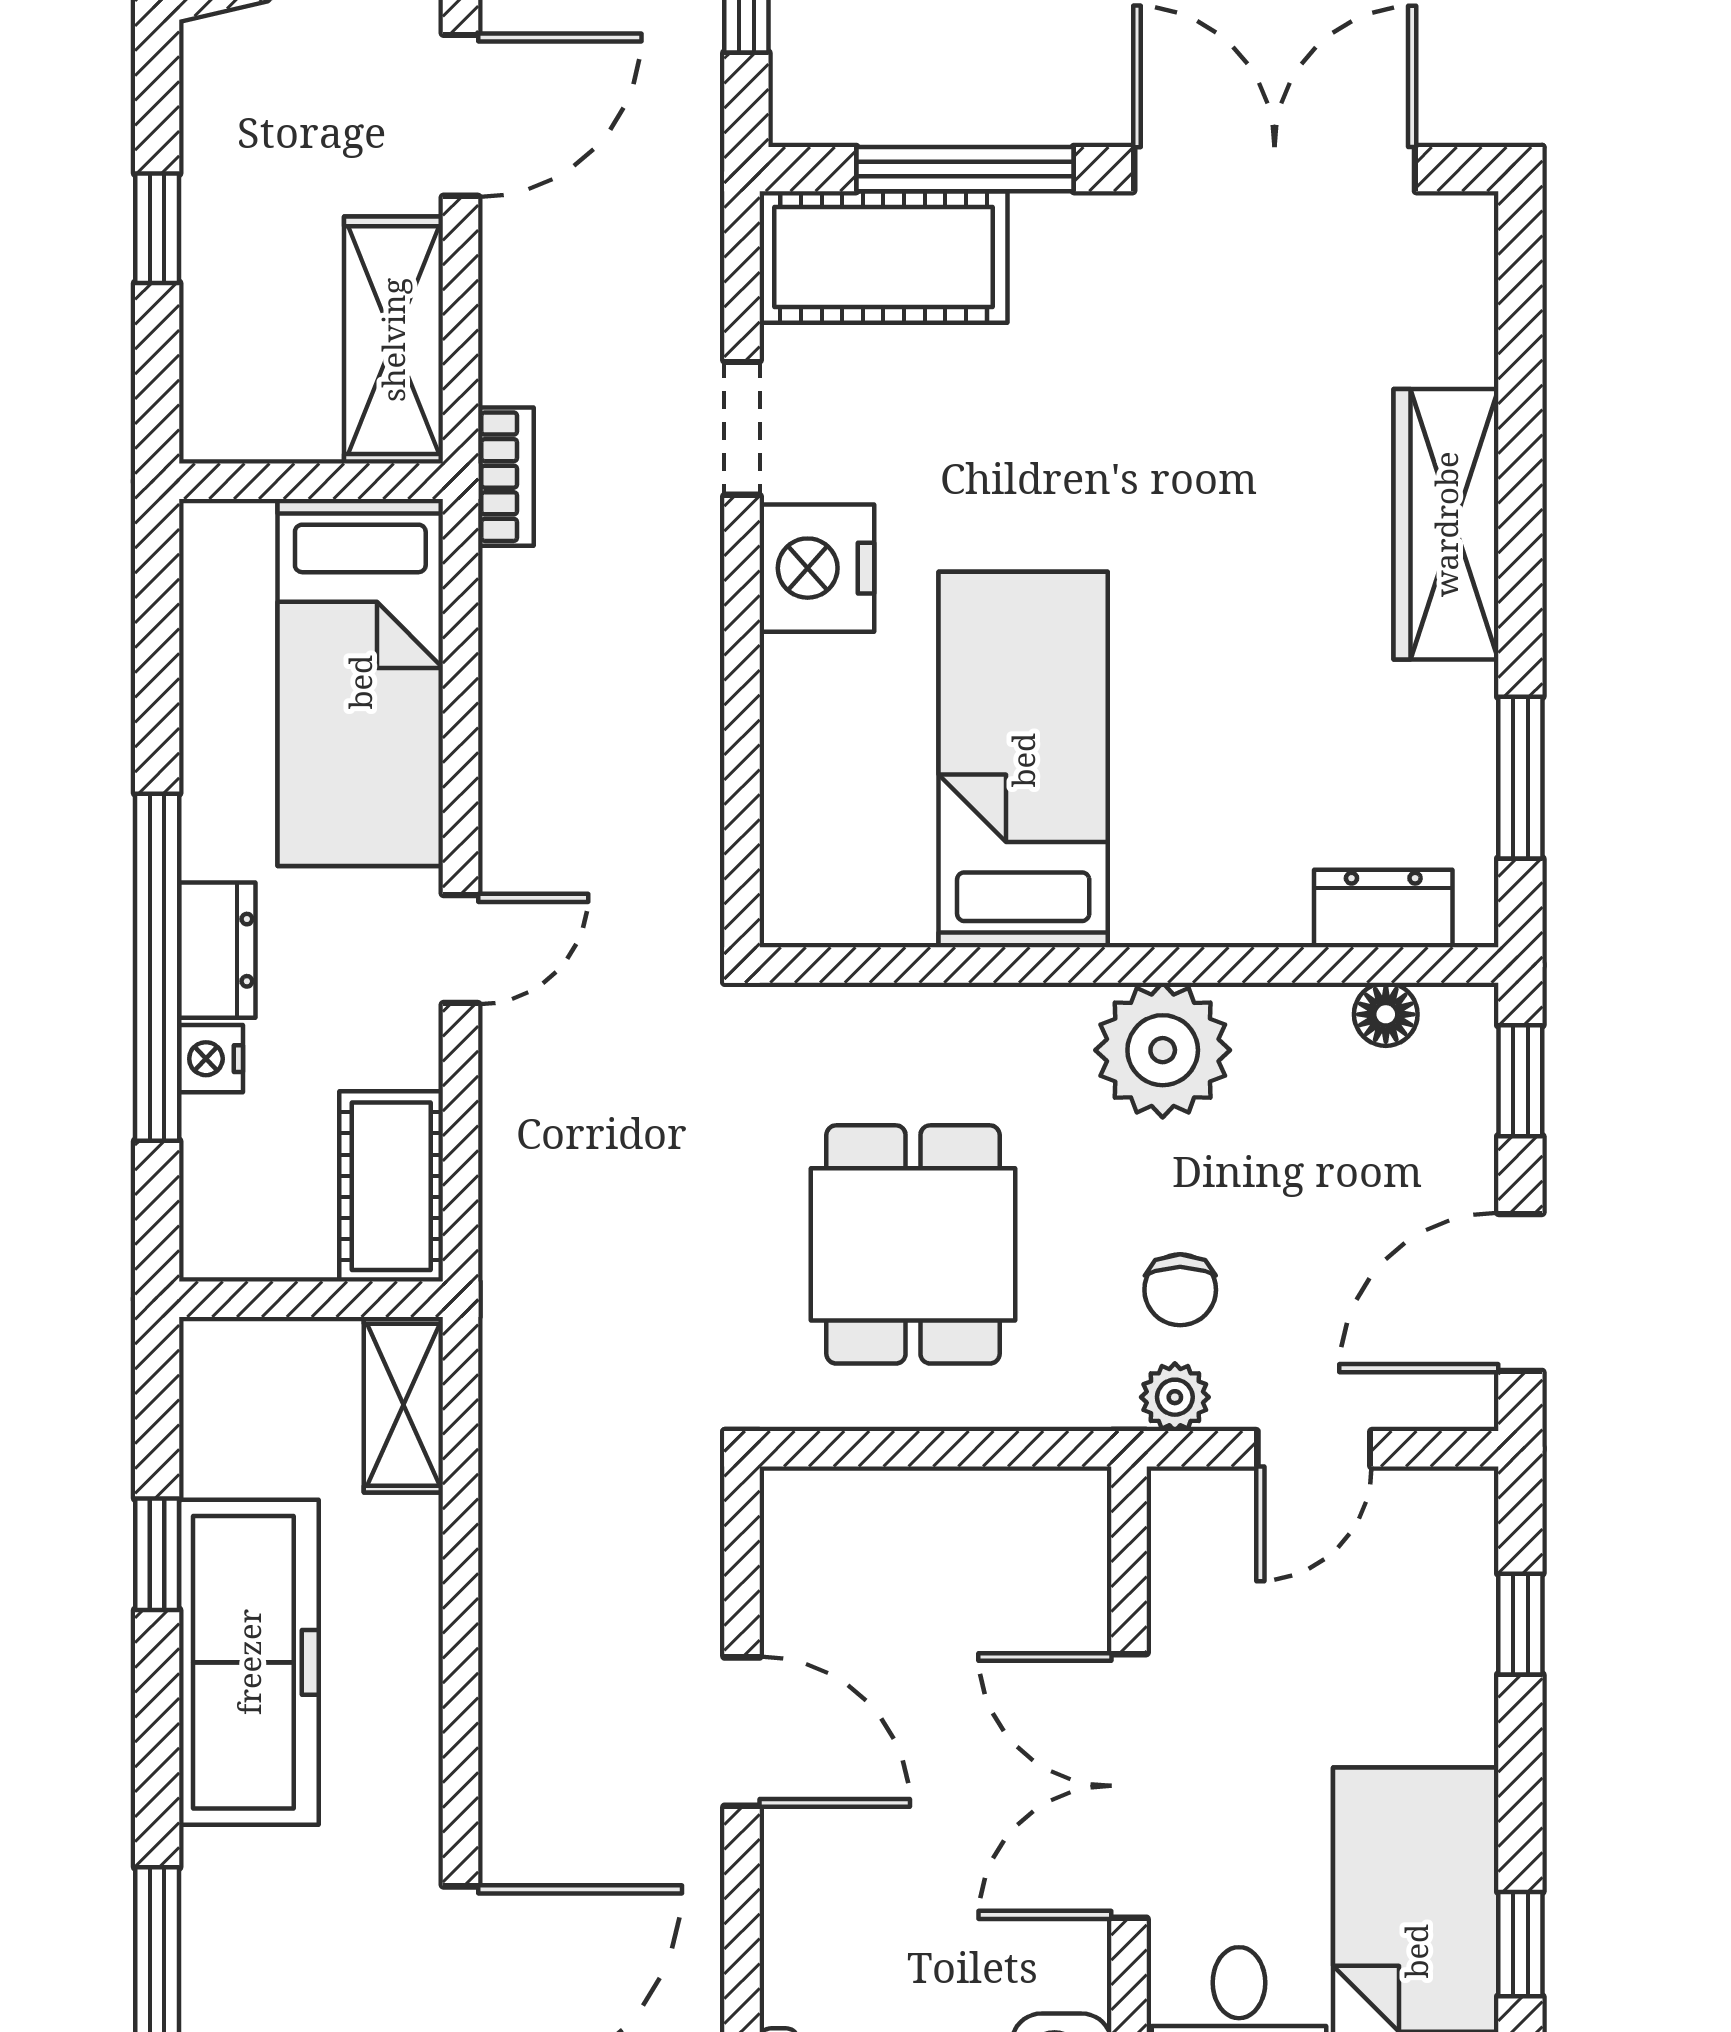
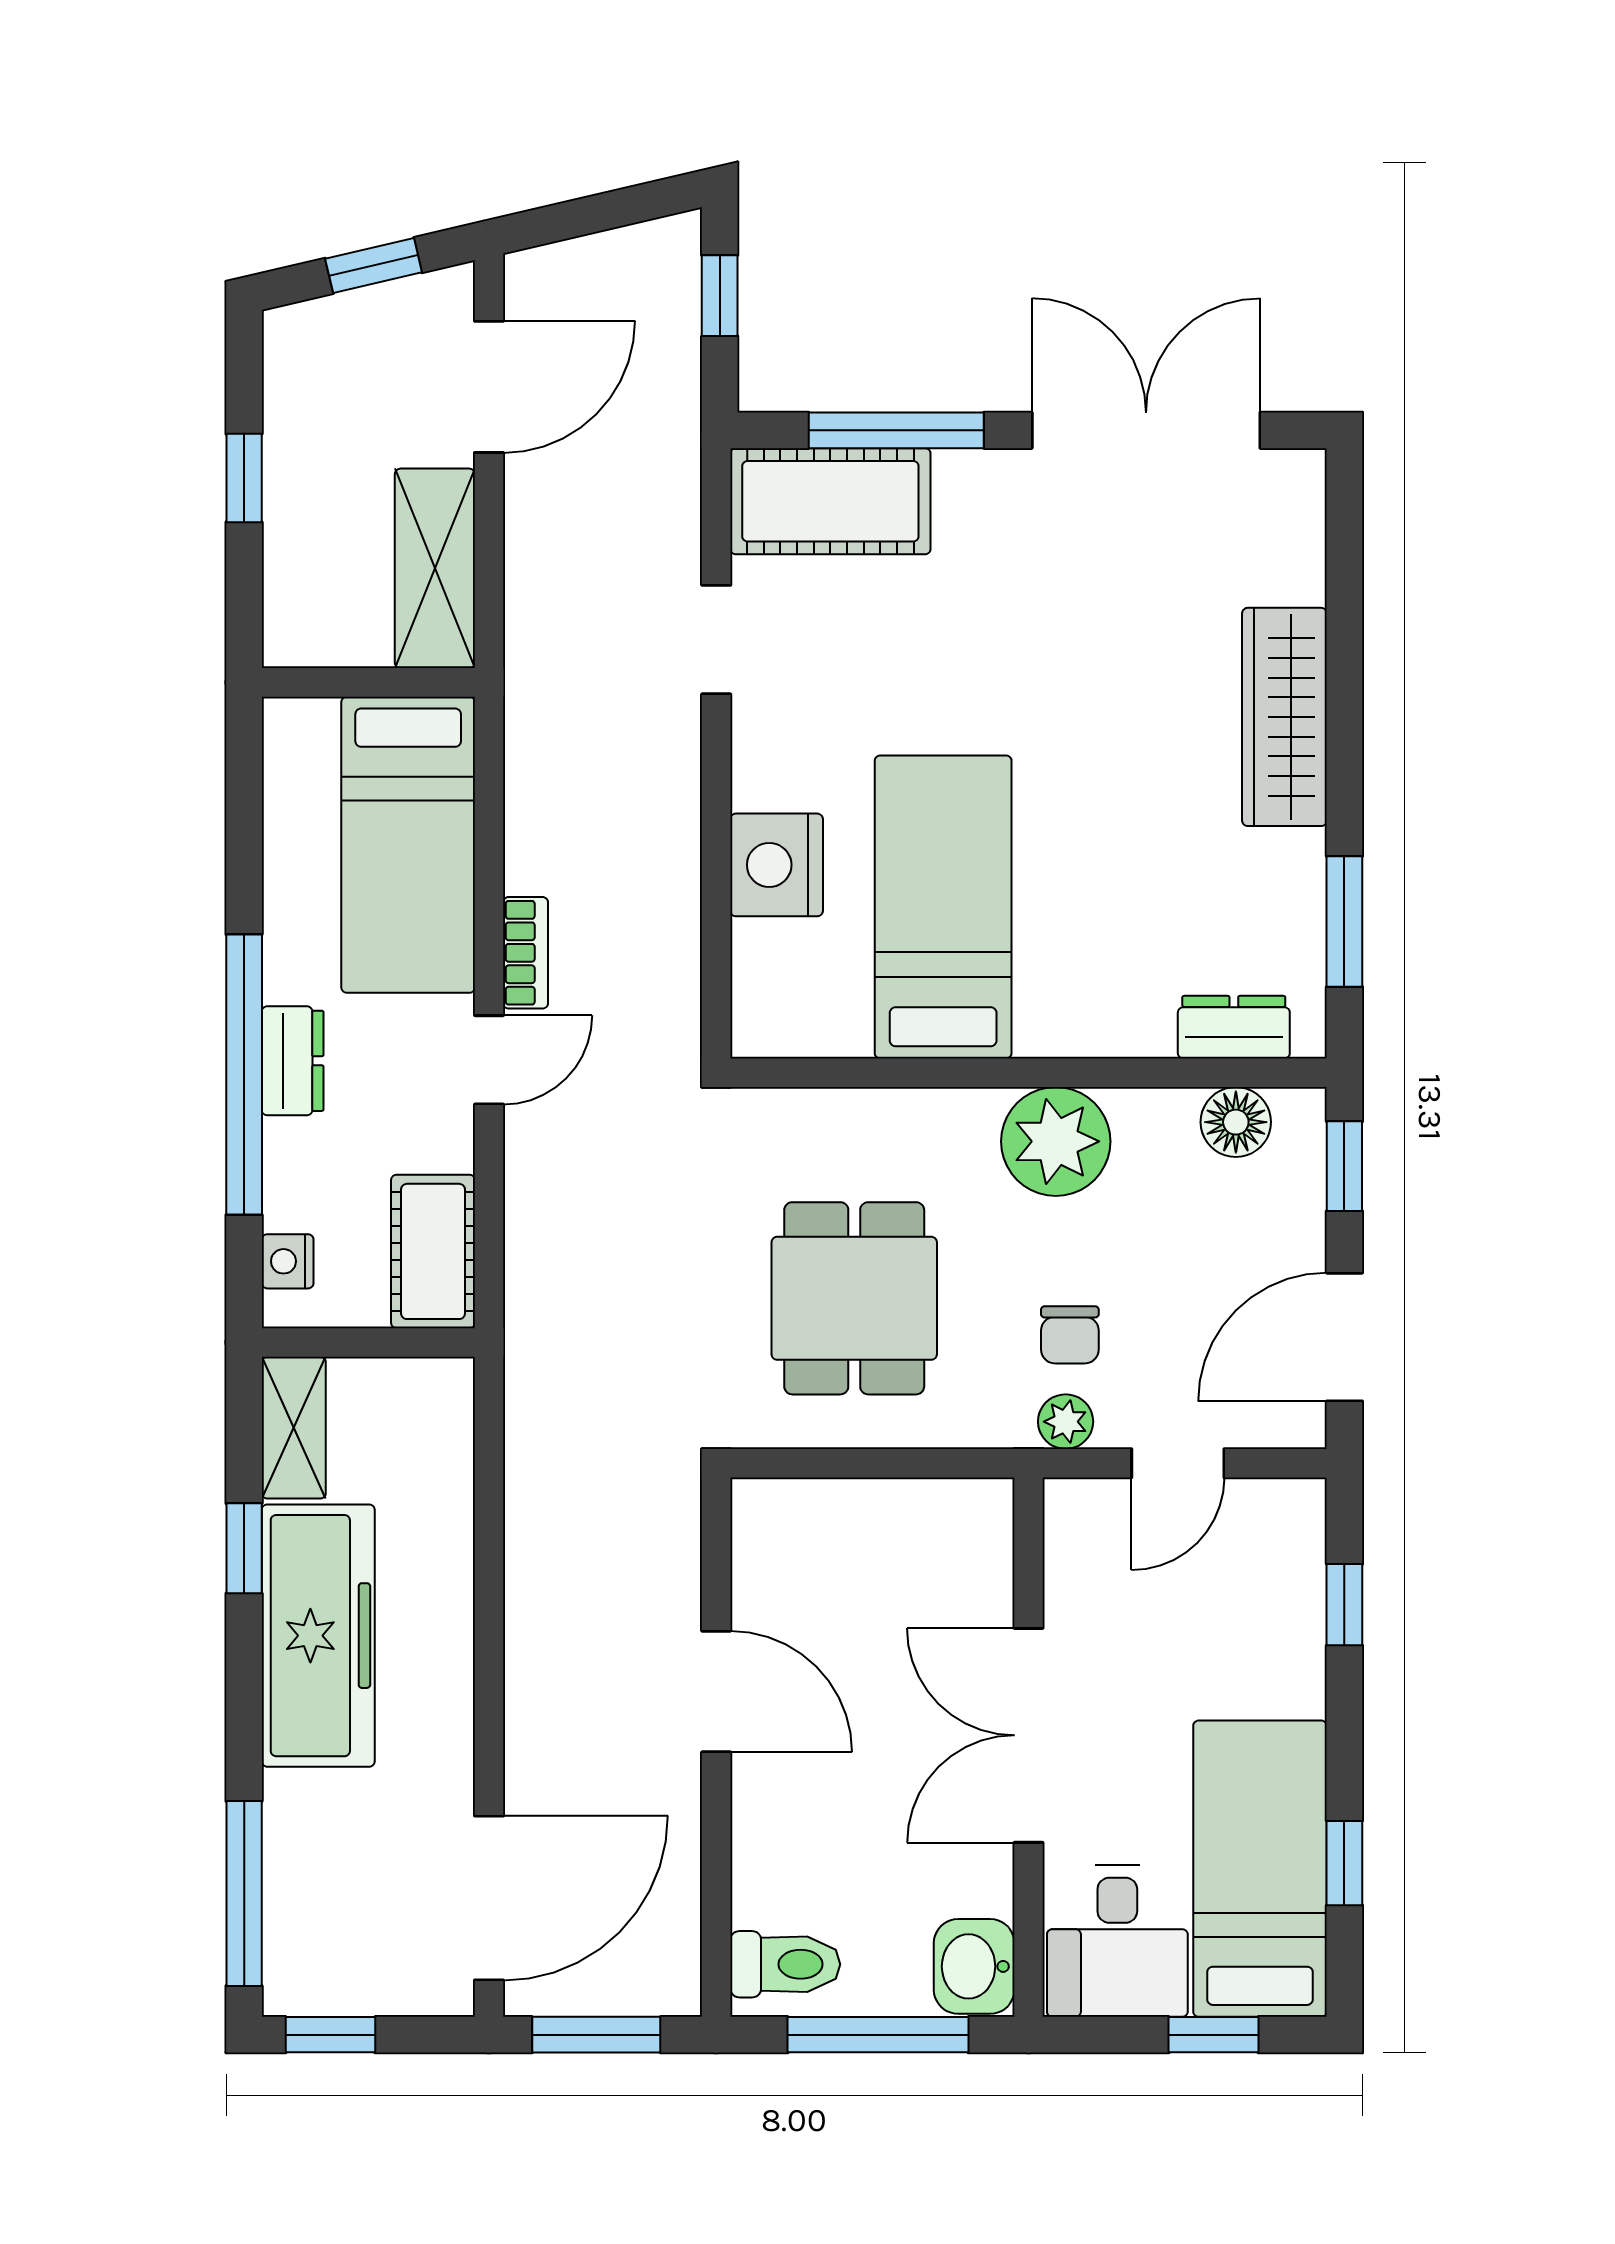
bookcase: (506, 477) -> (526, 953), moved
nightstand: (817, 568) -> (777, 865), moved
floor lamp: (1386, 1014) -> (1236, 1122), width x1.37, depth x1.37
nightstand: (211, 1059) -> (288, 1261), moved
shelving: (403, 1405) -> (294, 1428), moved

